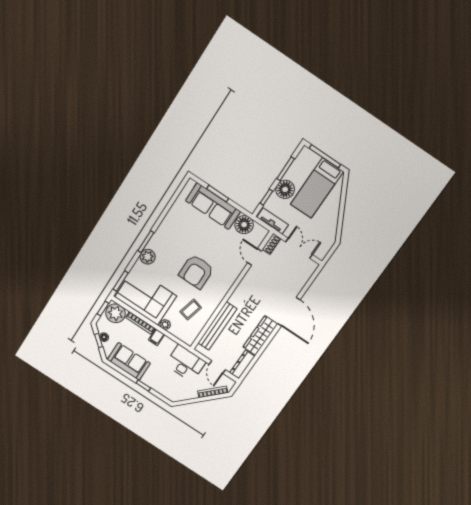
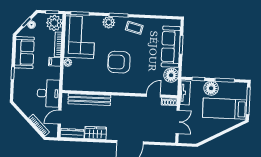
coffee table: (191, 310) -> (134, 28), moved
wardrobe: (260, 336) -> (96, 133), width x0.67

